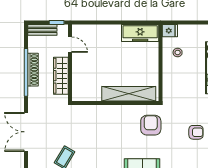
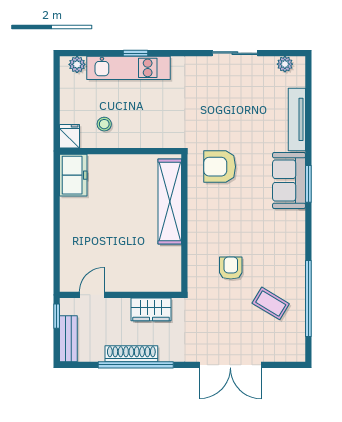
freezer: (140, 33) -> (73, 175), width x0.71
wardrobe: (61, 76) -> (151, 309), width x0.67
armchair: (196, 132) -> (231, 268), moved

